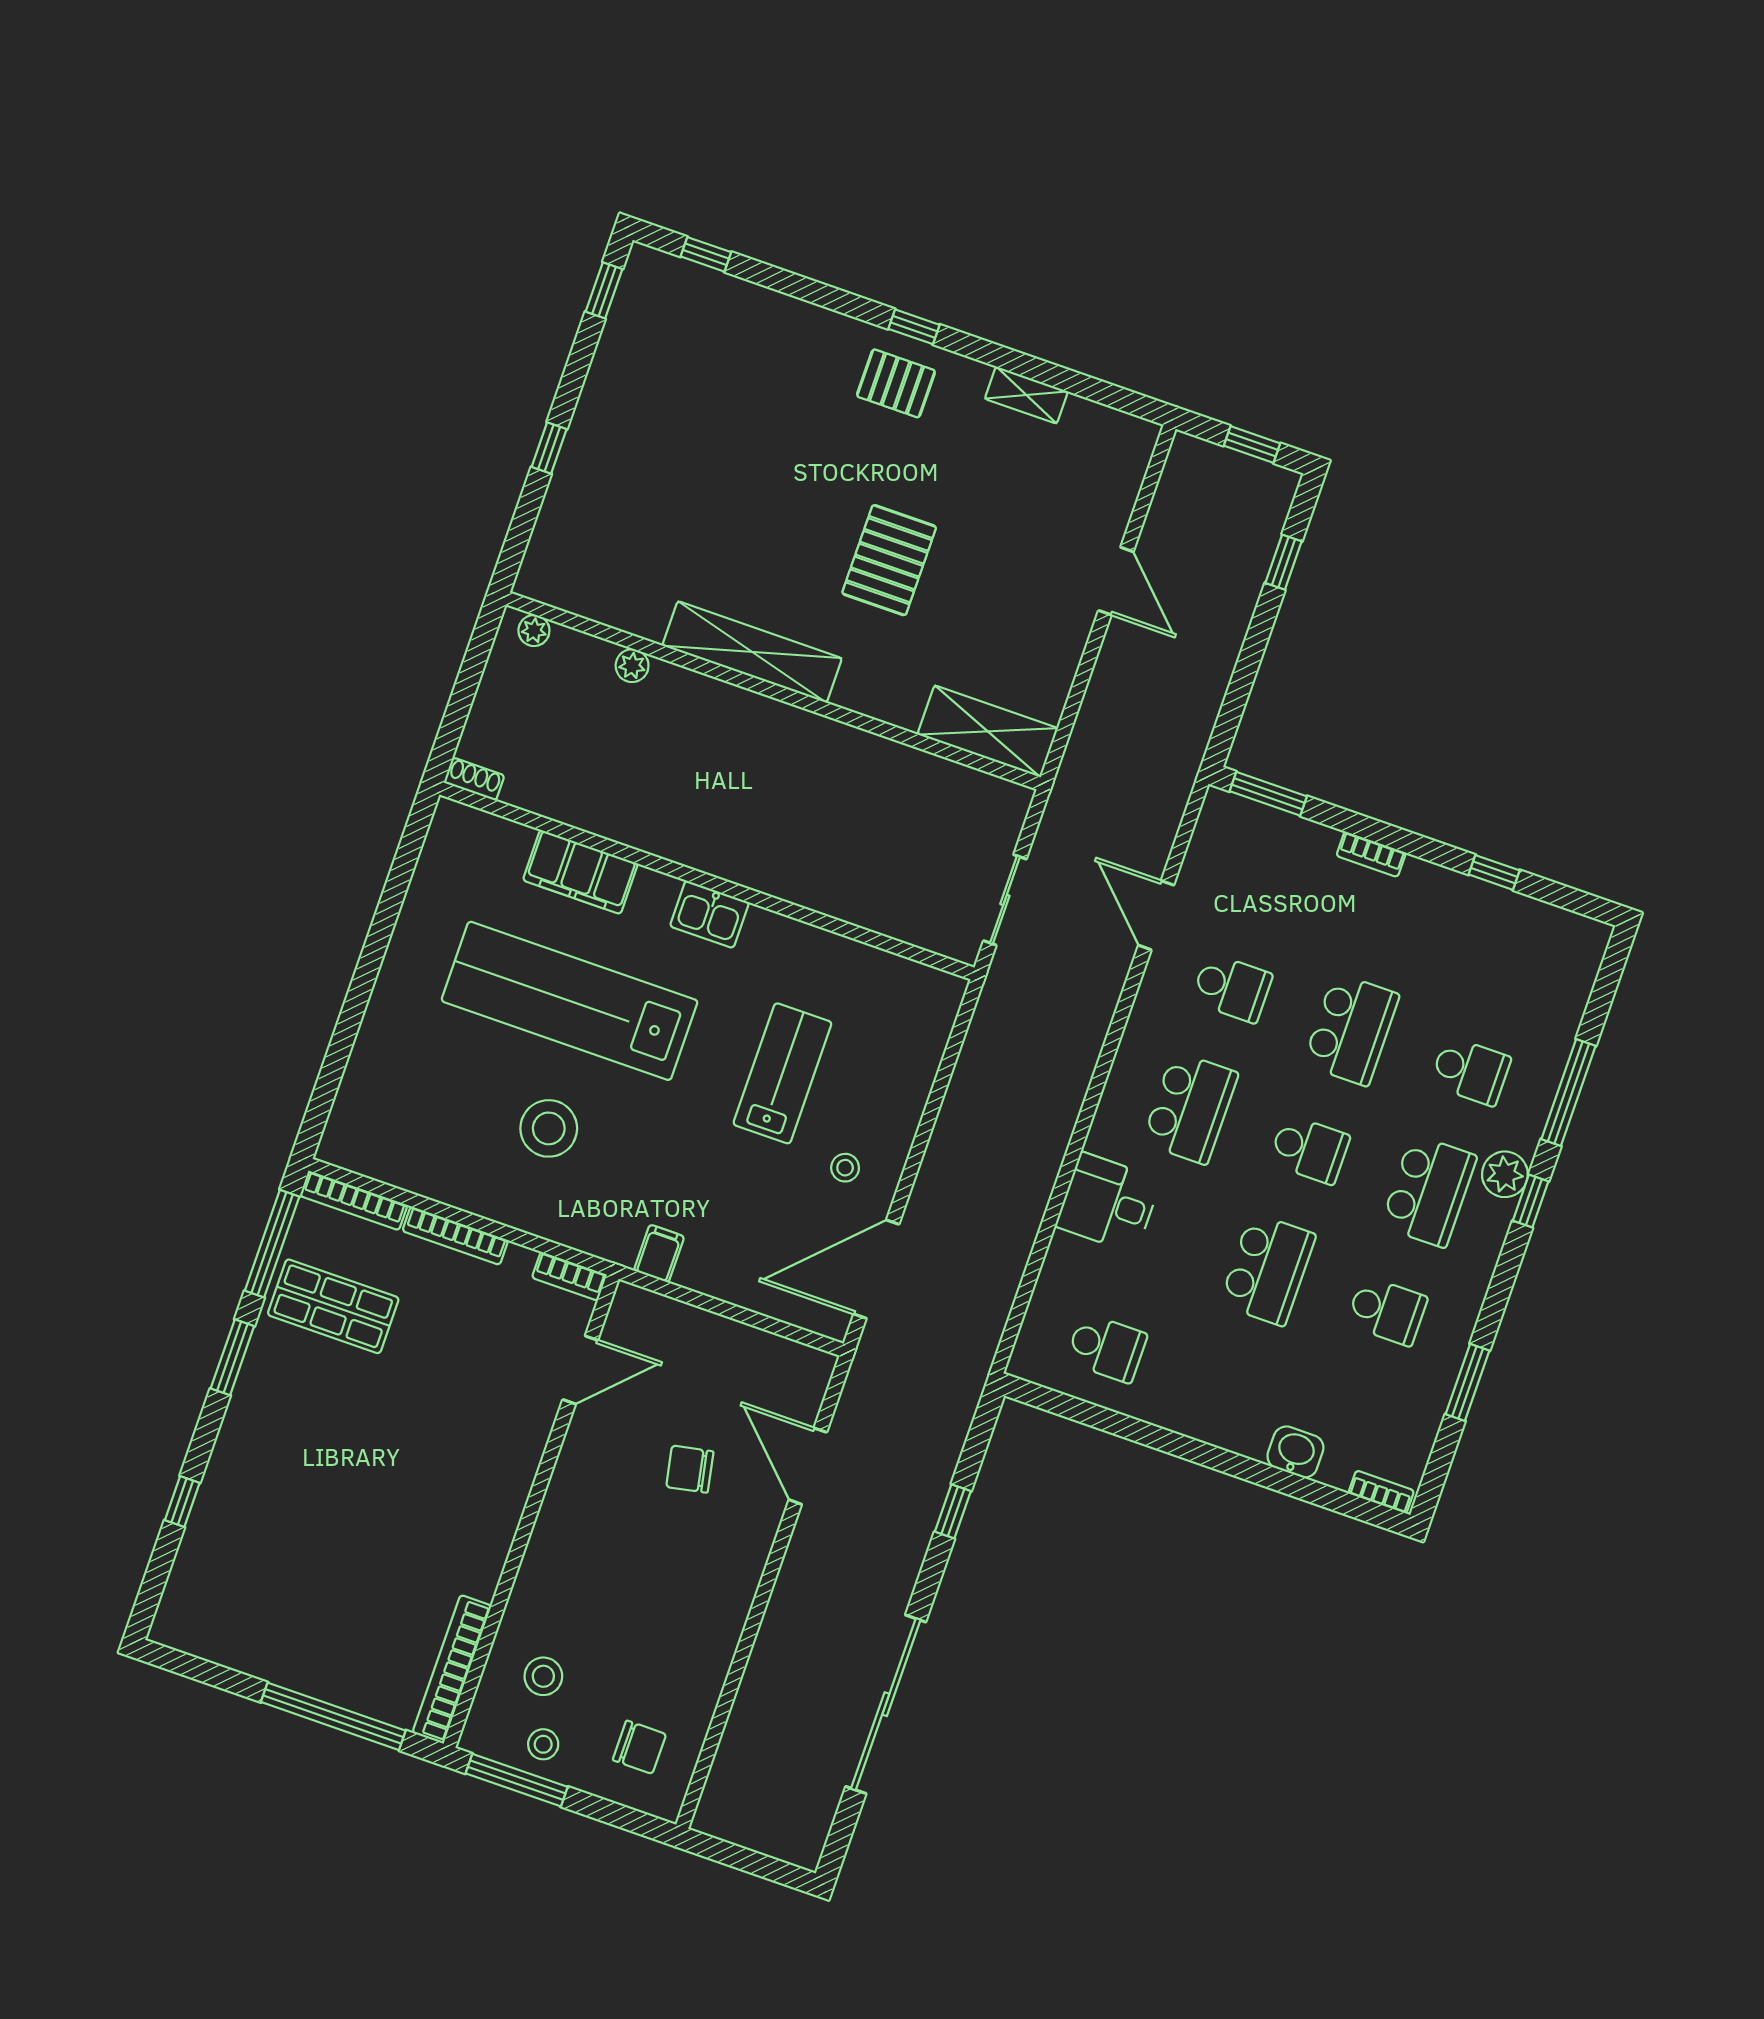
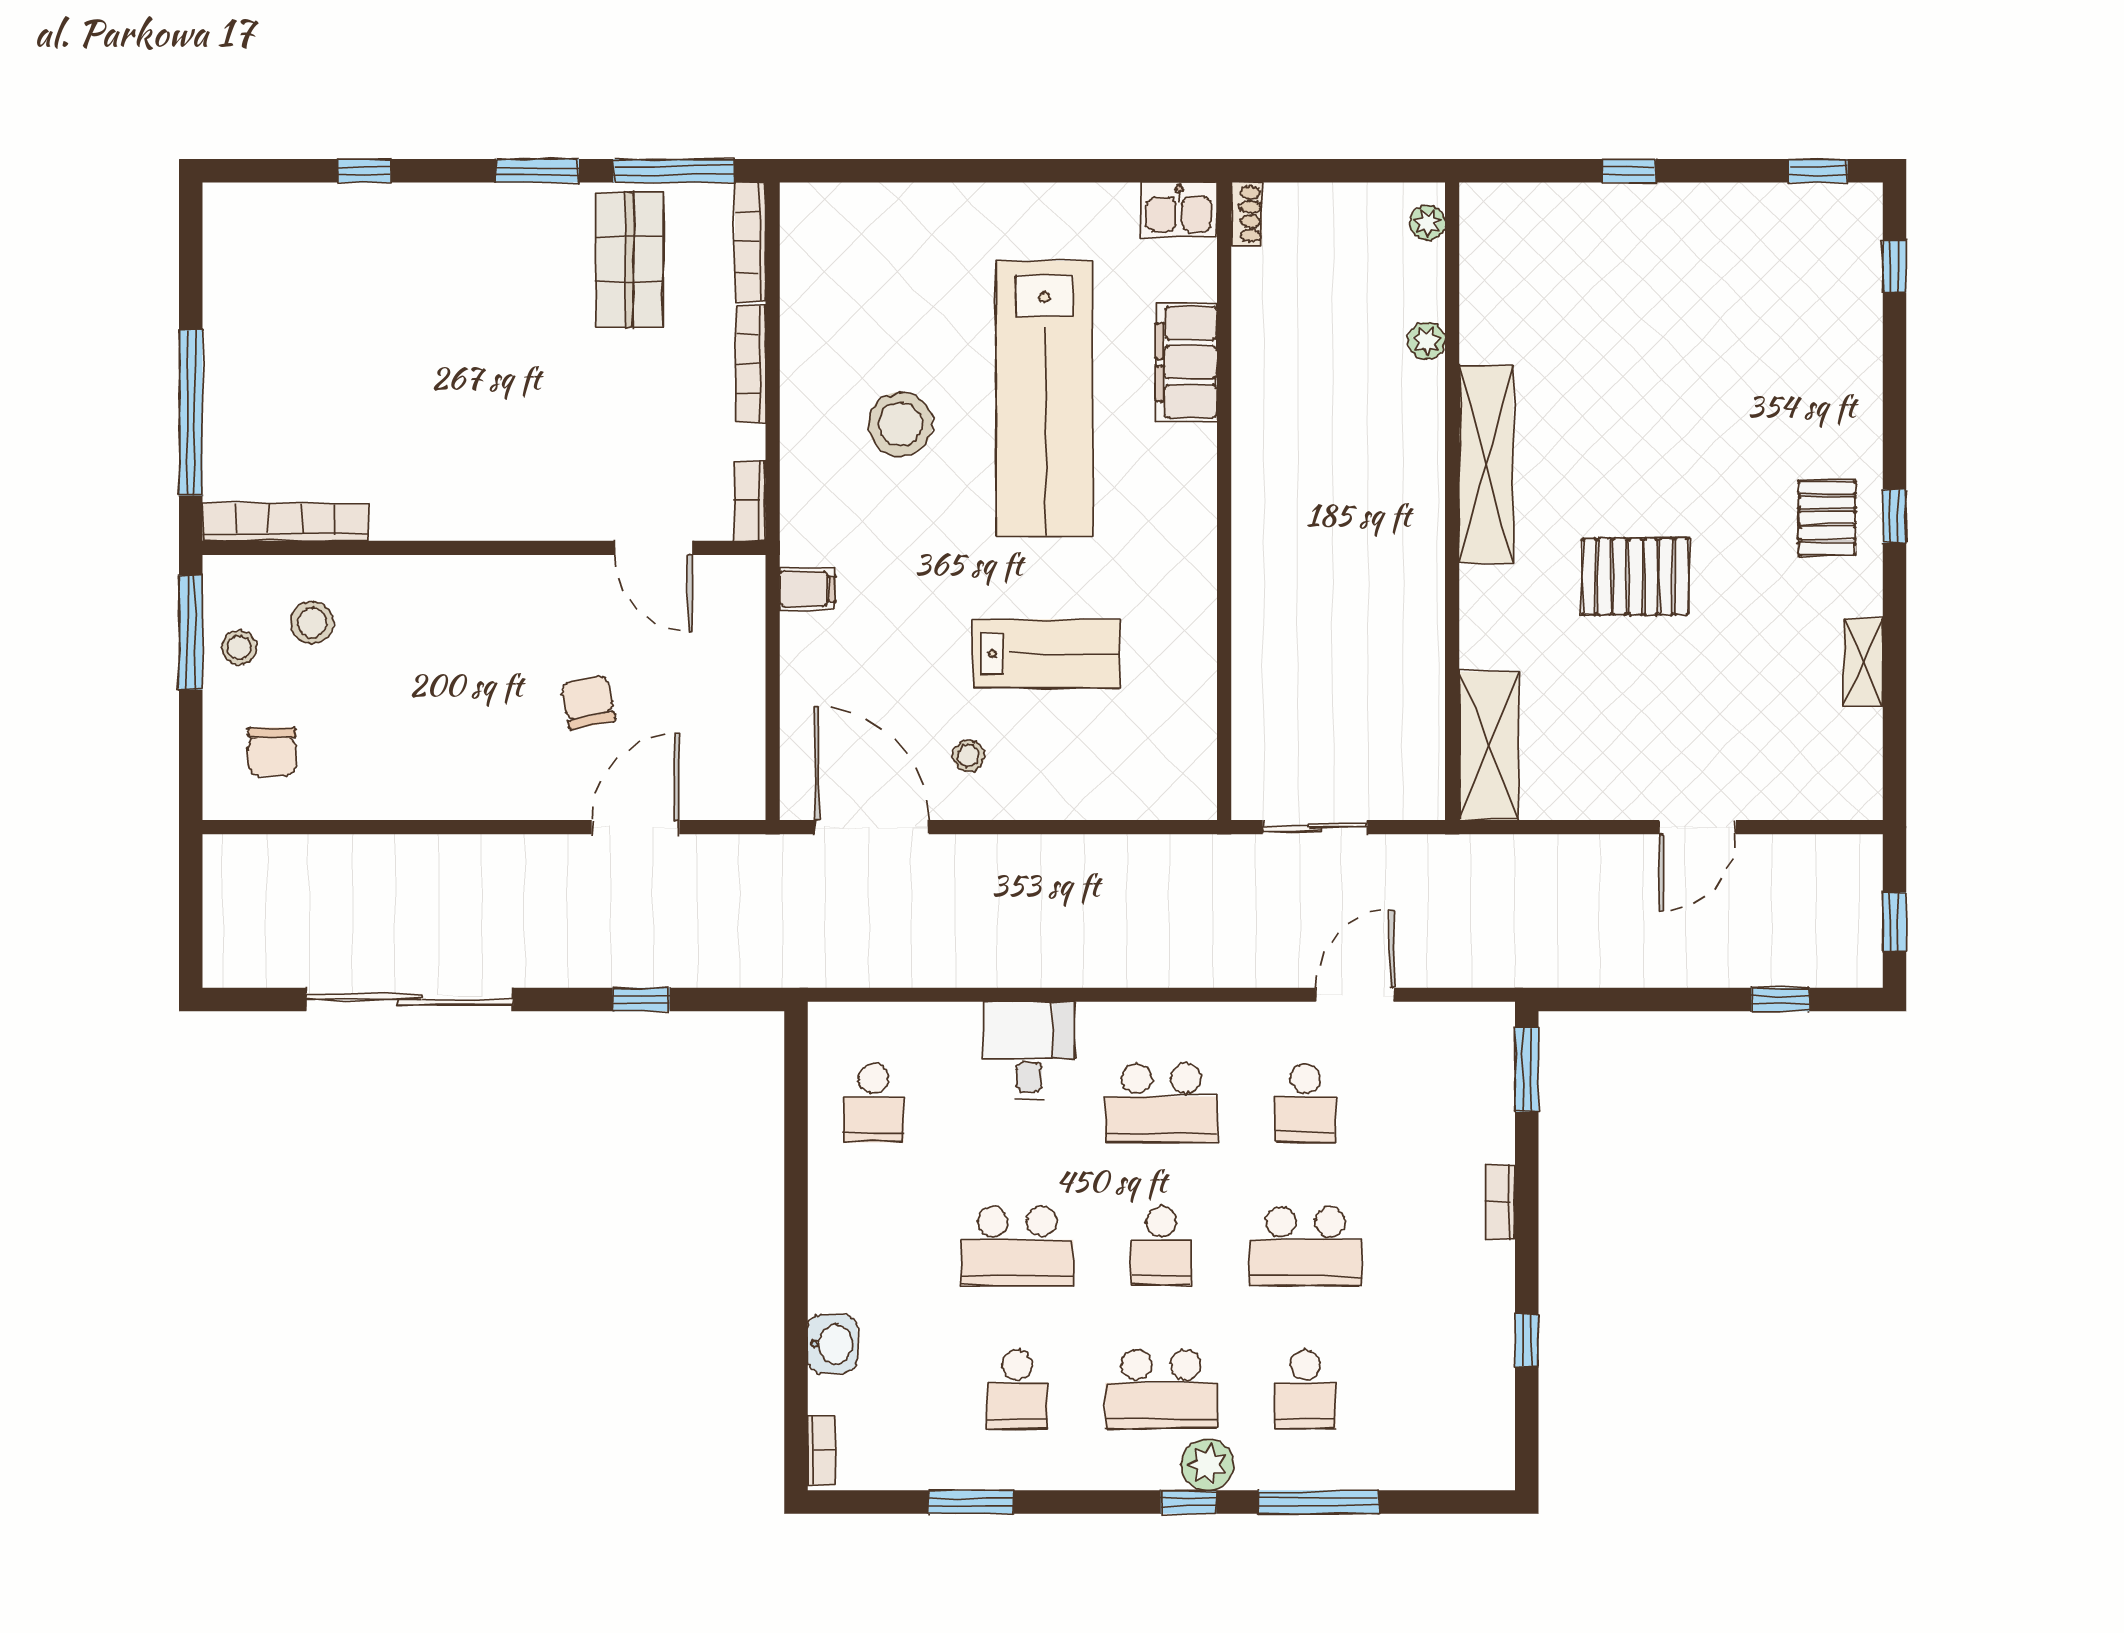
kitchen sink: (709, 914) -> (1179, 210), moved, turned -90
lab bench: (570, 1001) -> (1045, 399), turned 180

